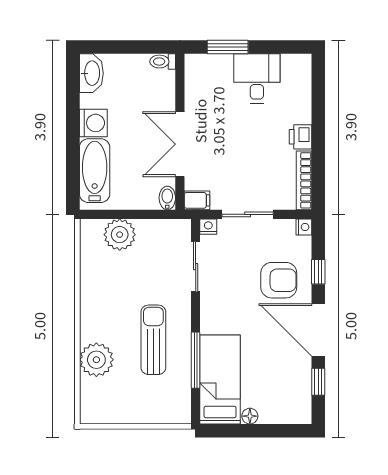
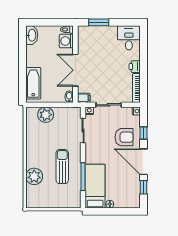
desk: (257, 78) -> (129, 38), moved
washing machine: (93, 123) -> (66, 41), moved, turned 180

